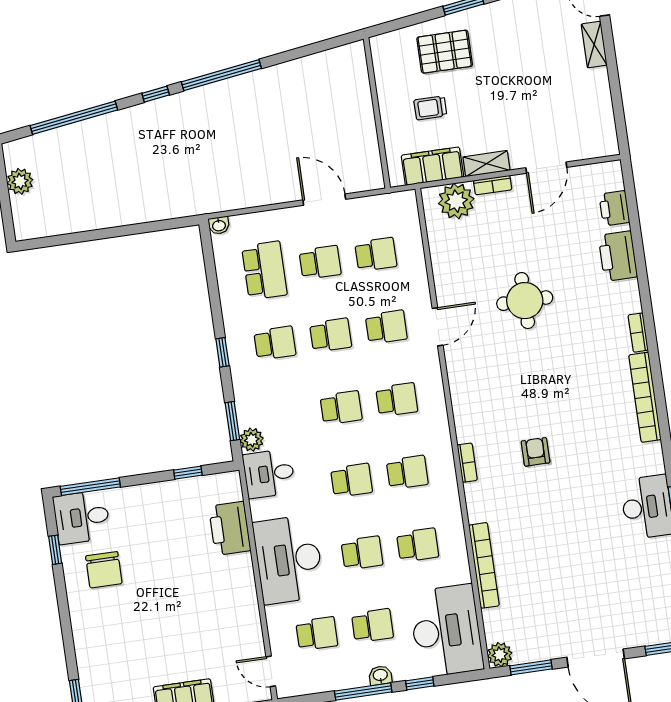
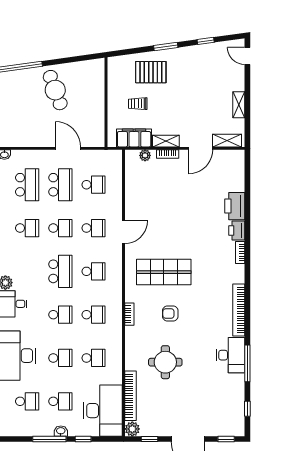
shelving: (594, 45) -> (239, 105), moved
cafe table: (289, 105) -> (55, 90), added
shelving: (589, 148) -> (227, 141), added
plant: (456, 201) -> (145, 155), width x0.53, depth x0.53
printer: (614, 208) -> (237, 230), moved
school desk: (320, 262) -> (60, 185), width x1.85
round table: (525, 301) -> (165, 362), moved
shop shelf: (515, 384) -> (164, 272), added
bookcase: (645, 397) -> (239, 310), moved
school desk: (341, 408) -> (60, 271), width x1.85
armchair: (536, 452) -> (170, 313), turned -90
bookcase: (484, 565) -> (131, 396), moved
window: (531, 667) -> (149, 439), width x0.67

